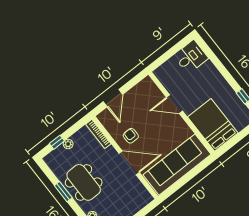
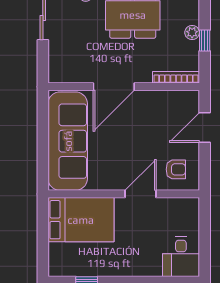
door: (113, 98) -> (205, 127), hinge flipped
armchair: (131, 136) -> (176, 169), moved
window: (57, 142) -> (205, 40), moved

